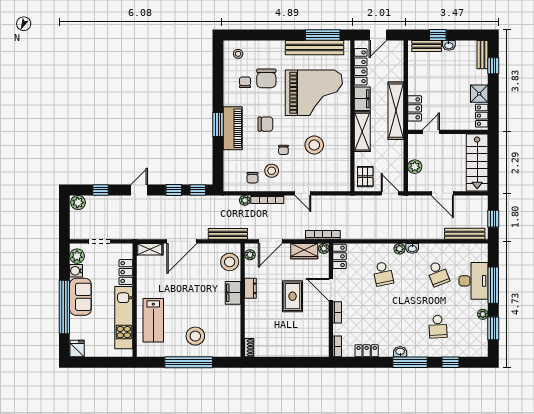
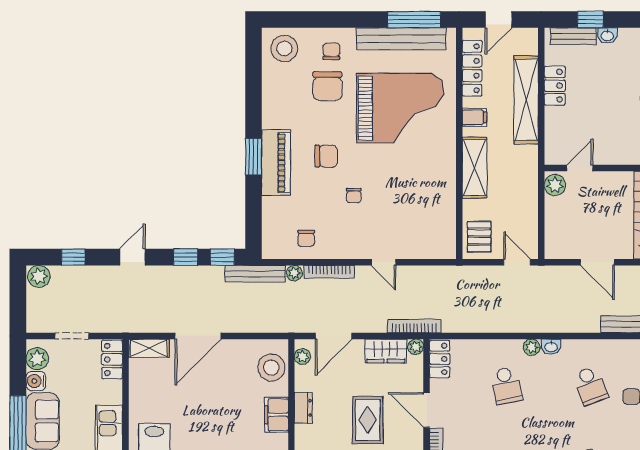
stool: (238, 54) -> (284, 49), width x1.89, depth x1.89
chair: (245, 82) -> (331, 51), moved
filing cabinet: (362, 99) -> (474, 117), width x0.50
locker: (415, 108) -> (555, 86), moved
shelving: (396, 111) -> (526, 100), moved
stool: (314, 145) -> (401, 188), removed
plant: (415, 167) -> (555, 185), moved
stool: (272, 171) -> (336, 228), removed
bench: (228, 234) -> (255, 274), moved
locker: (126, 272) -> (112, 359), moved

